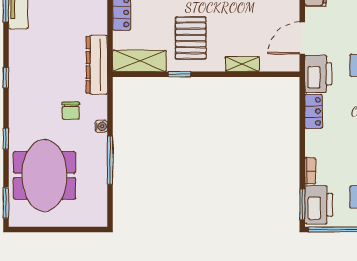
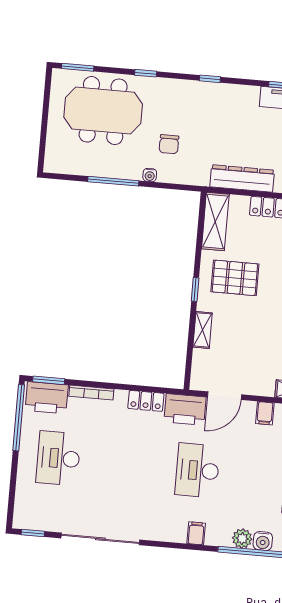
door: (302, 38) -> (224, 396), swing flipped
dresser: (97, 65) -> (242, 178), moved
window: (180, 74) -> (195, 289), moved
chair: (71, 111) -> (169, 144), turned -90
bookcase: (310, 171) -> (91, 393), width x1.56

